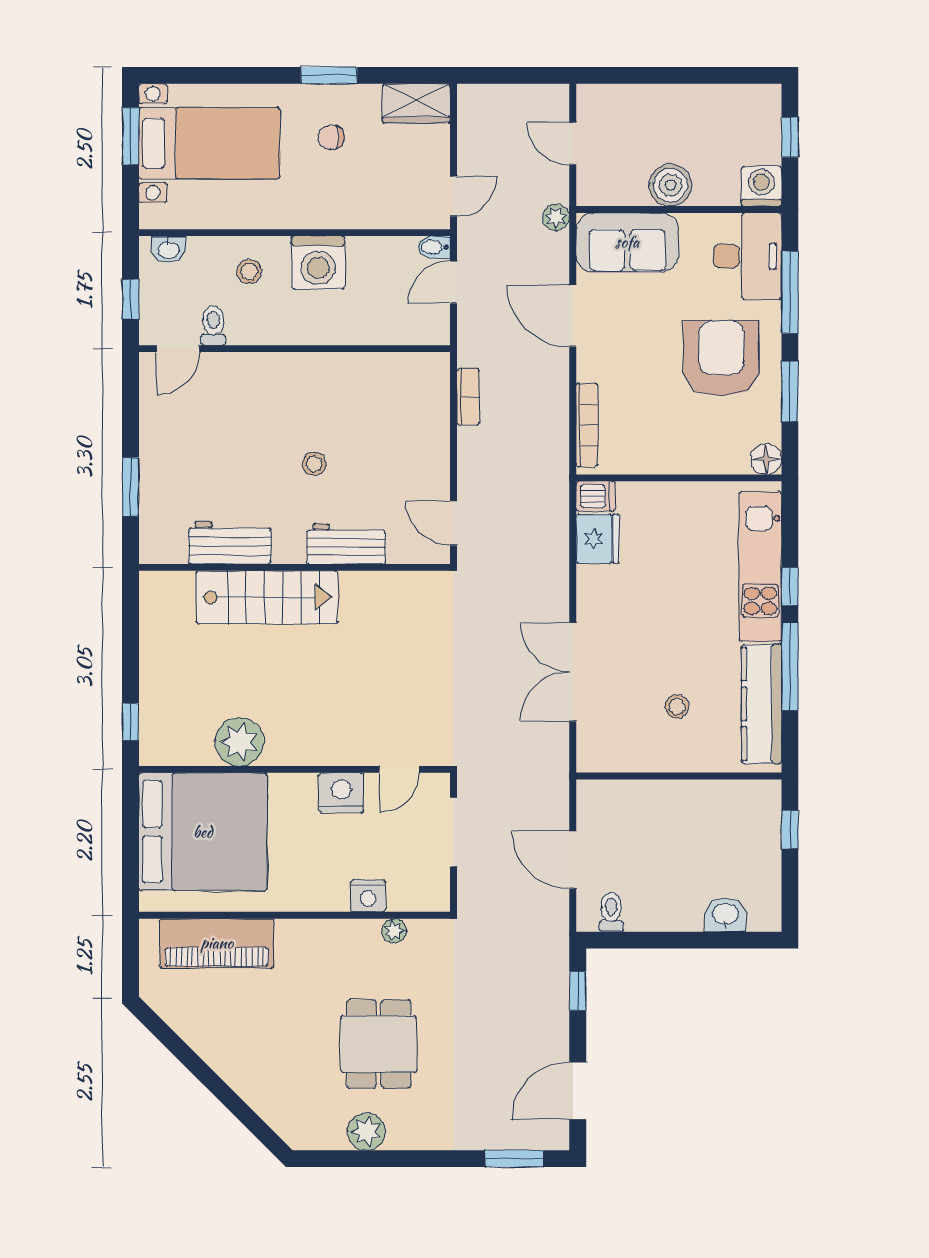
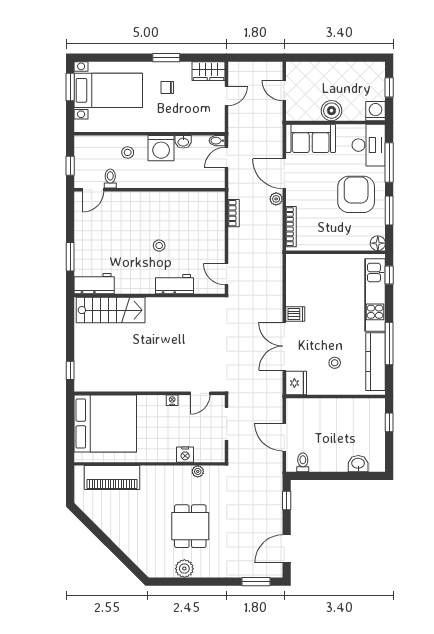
door: (454, 196) -> (227, 96), moved
plant: (556, 217) -> (276, 199), moved
washbasin: (168, 249) -> (183, 142), moved
dishwasher: (596, 496) -> (295, 314), moved
fridge: (597, 539) -> (296, 383), moved
workbench: (230, 543) -> (94, 284), moved
window: (790, 586) -> (389, 275), moved
stairs: (267, 597) -> (111, 310), moved
plant: (239, 742) -> (123, 380), removed
nightstand: (341, 793) -> (172, 400), width x0.53, depth x0.56

